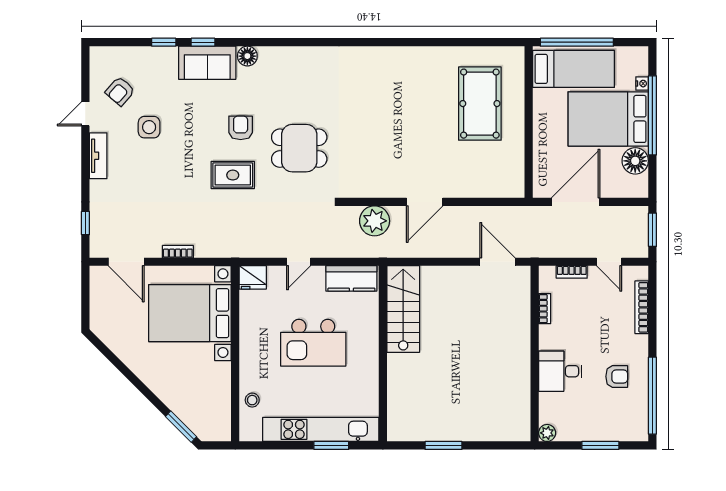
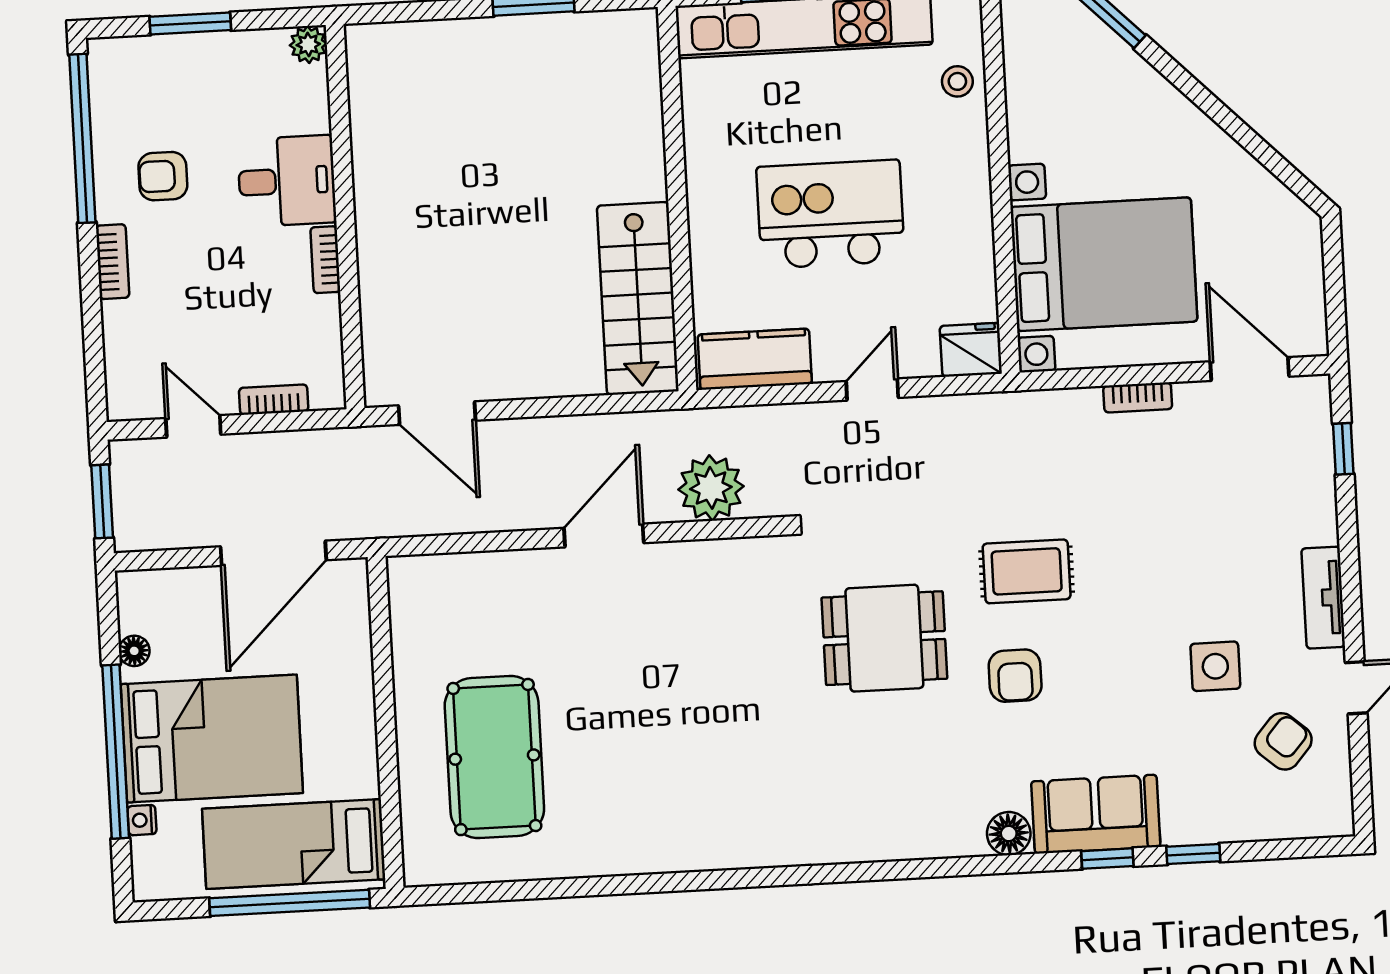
floor lamp: (635, 161) -> (134, 651), width x0.53, depth x0.53
bookcase: (642, 307) -> (113, 262), moved, width x0.64
bookcase: (545, 309) -> (325, 260), moved

